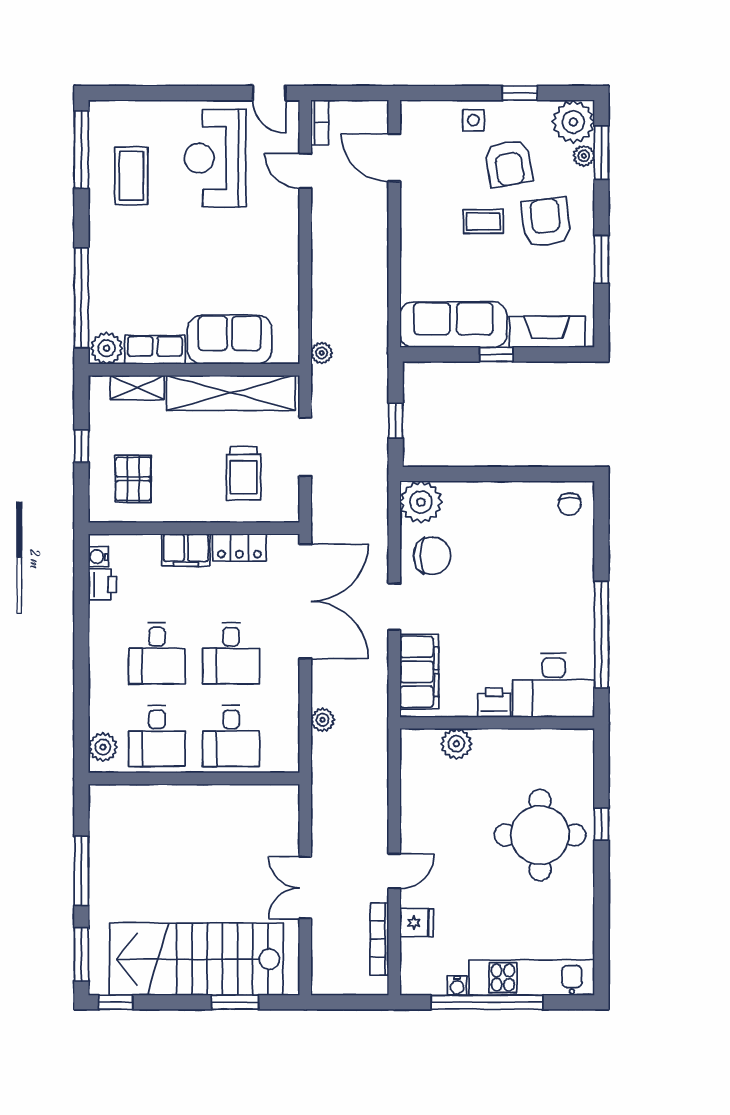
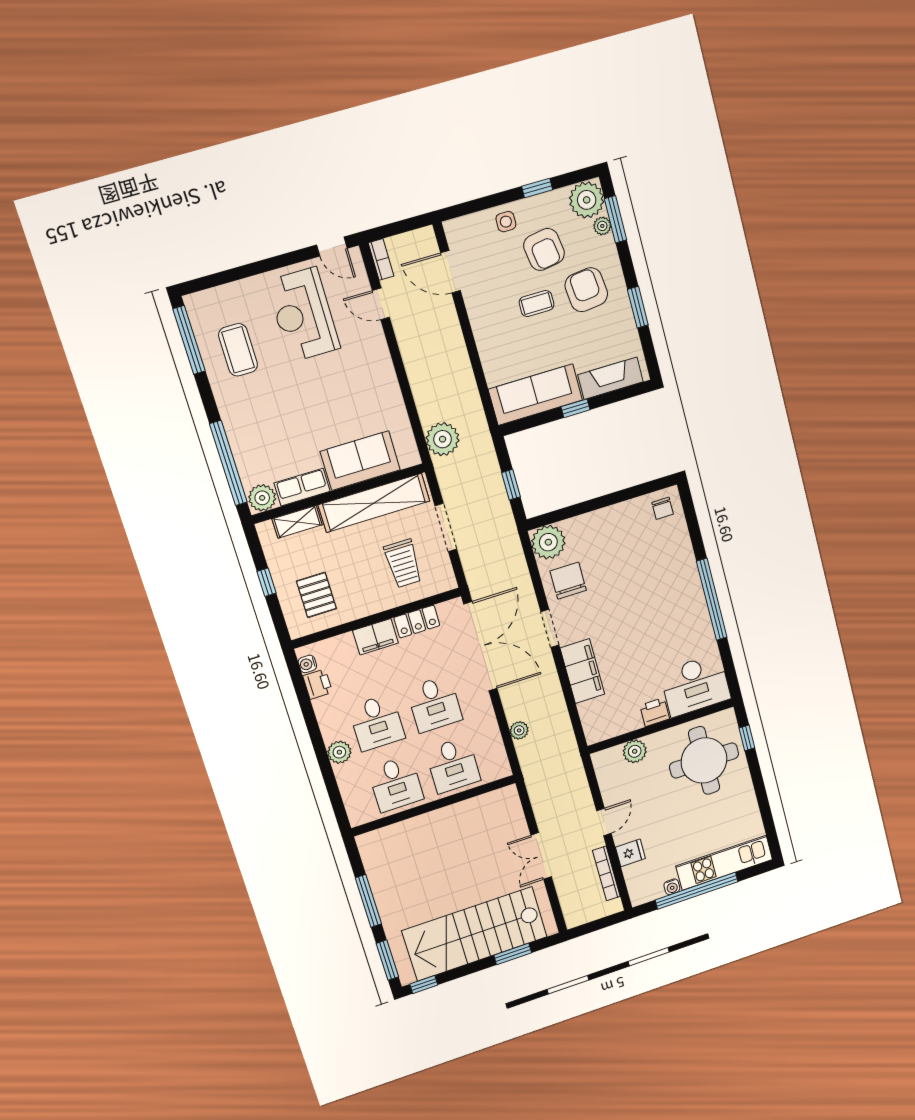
plant: (322, 353) -> (443, 439), width x1.88, depth x1.88
chair: (432, 556) -> (568, 581), turned -90
desk: (554, 685) -> (695, 685), moved
printer: (494, 702) -> (655, 712), moved
wall: (497, 723) -> (661, 726), moved
plant: (456, 744) -> (635, 751), moved
plant: (103, 747) -> (339, 752), moved

